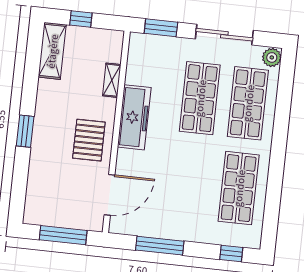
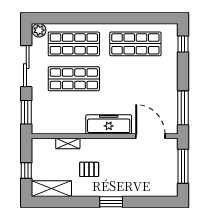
freezer: (134, 117) -> (109, 124), moved
pallet: (89, 140) -> (89, 169), moved, width x0.67, depth x0.71
window: (160, 246) -> (183, 108), moved

